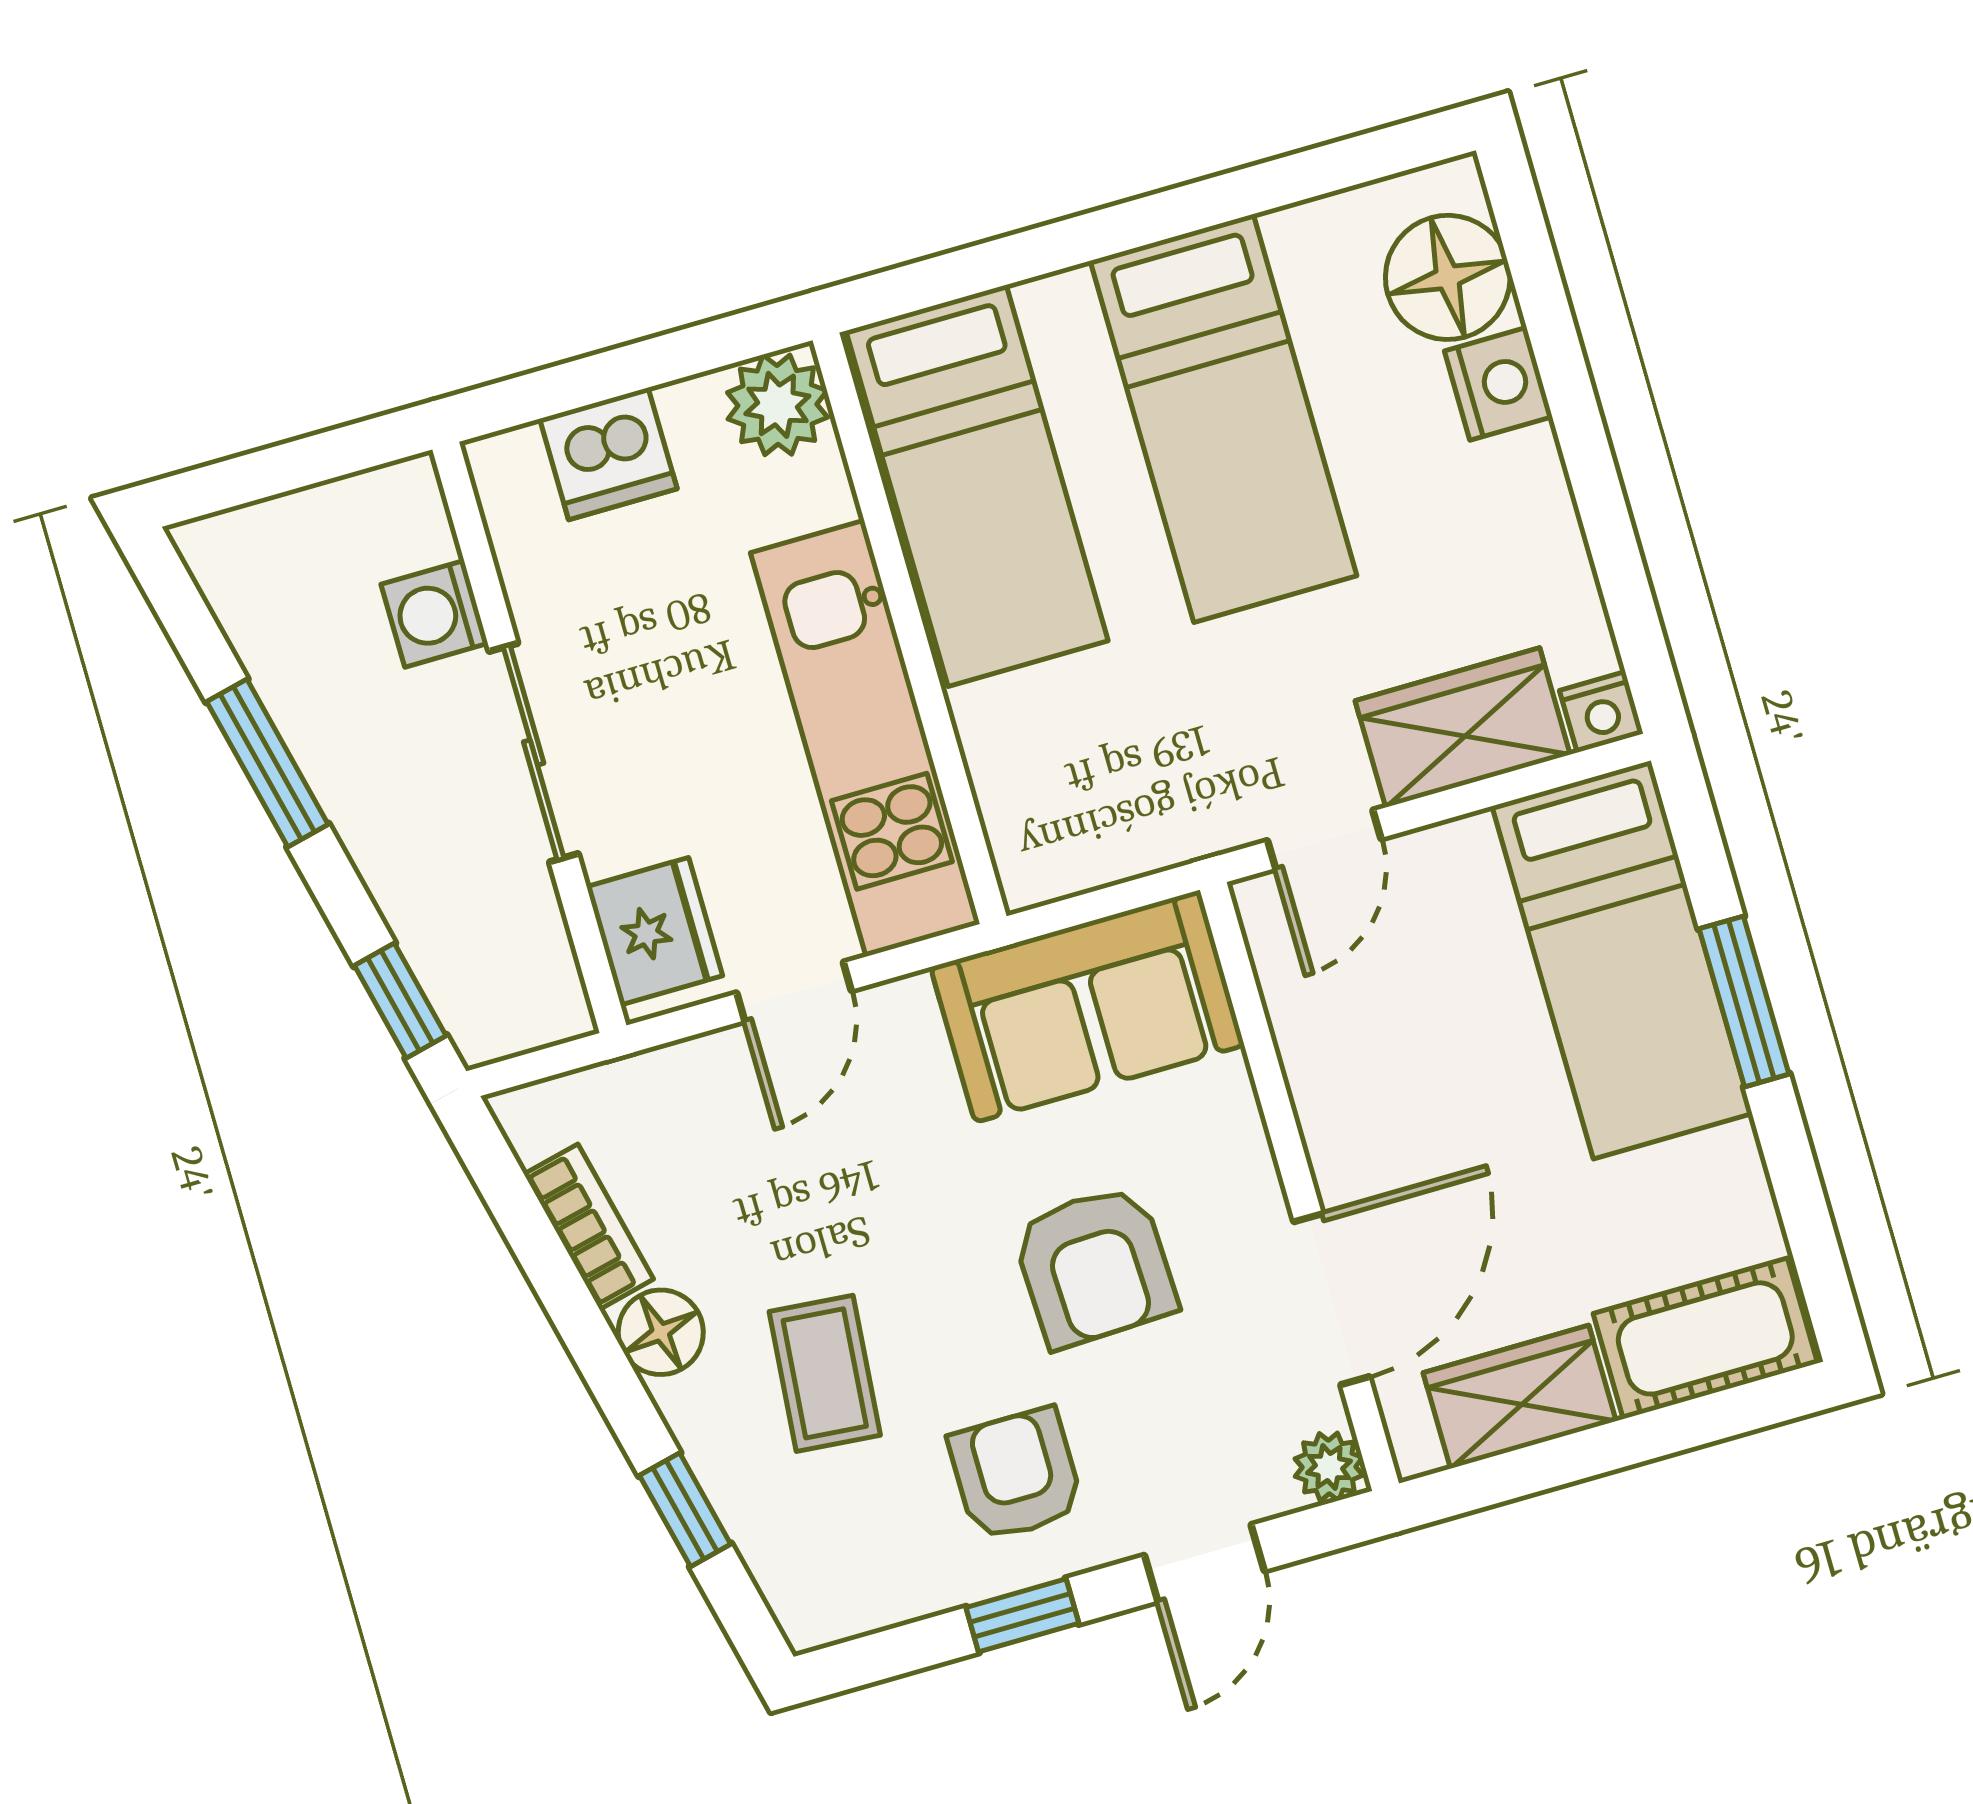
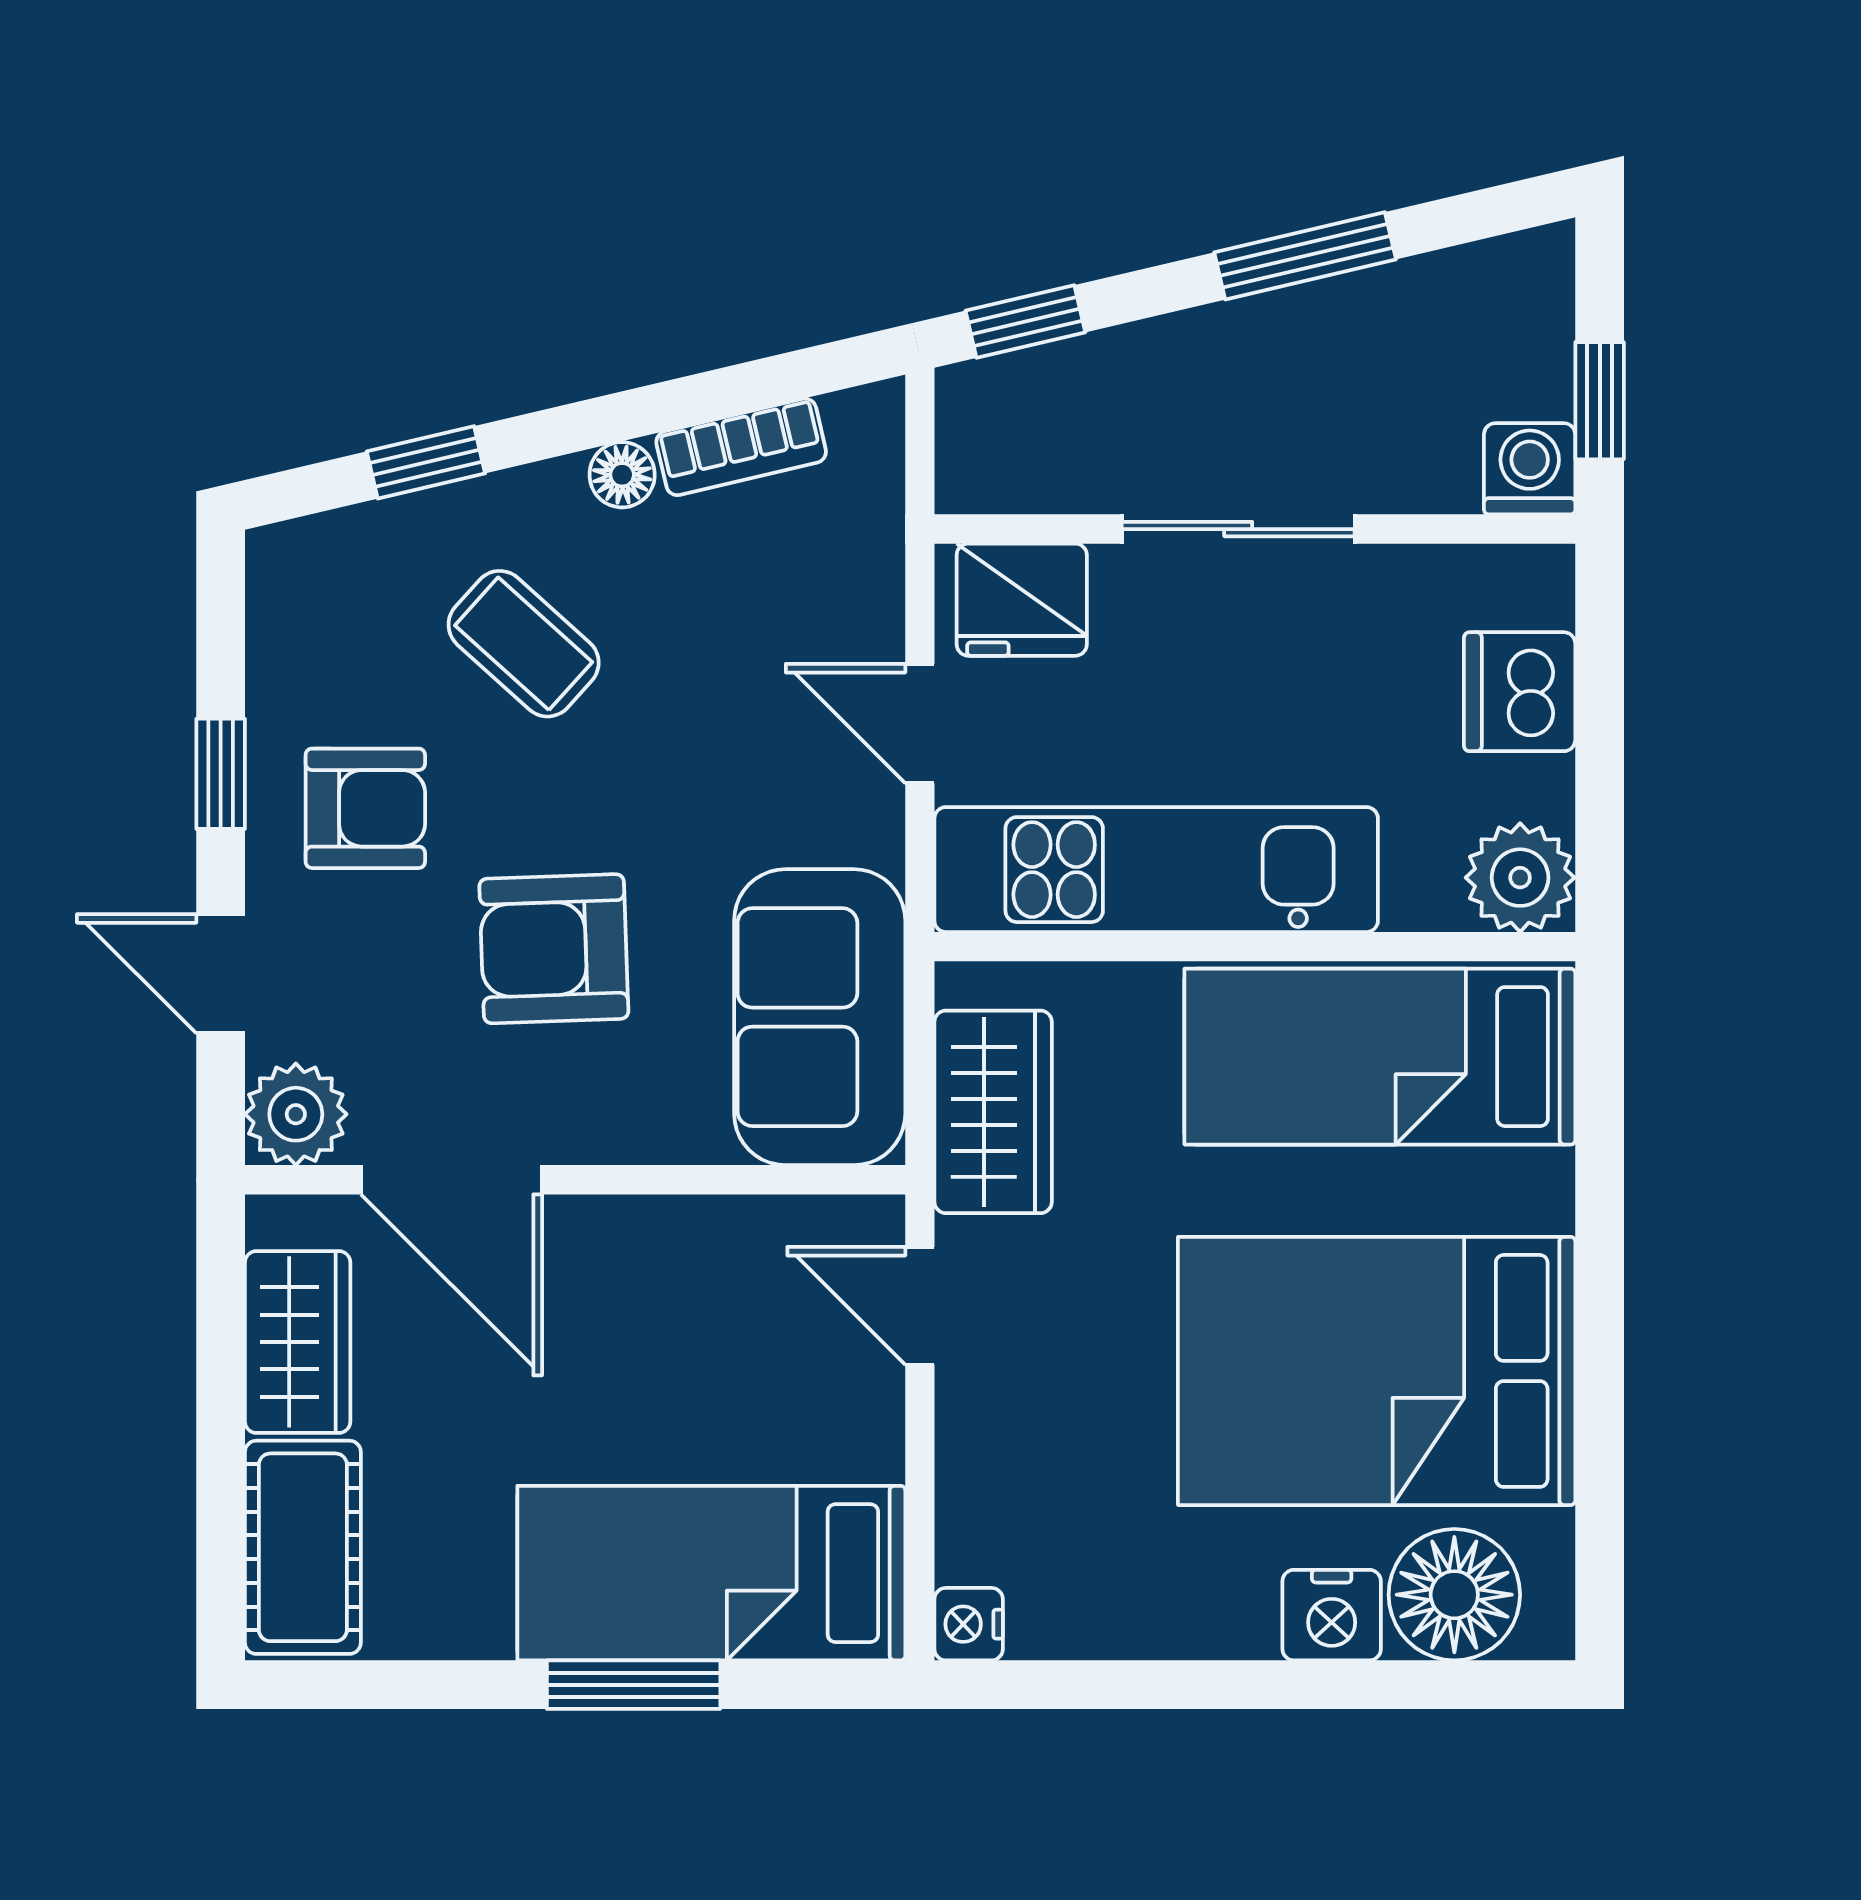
bed: (1224, 418) -> (1377, 1371), width x1.50
window: (322, 457) -> (1600, 401), added
washing machine: (435, 614) -> (1530, 469), moved
wardrobe: (1463, 728) -> (993, 1112), moved
floor lamp: (661, 1332) -> (622, 475), width x0.73, depth x0.73
coffee table: (825, 1373) -> (524, 644), turned 37
plant: (1329, 1467) -> (296, 1114), width x1.38, depth x1.38

